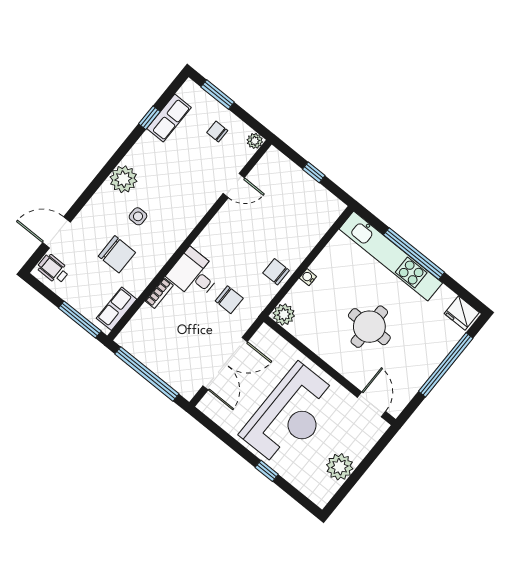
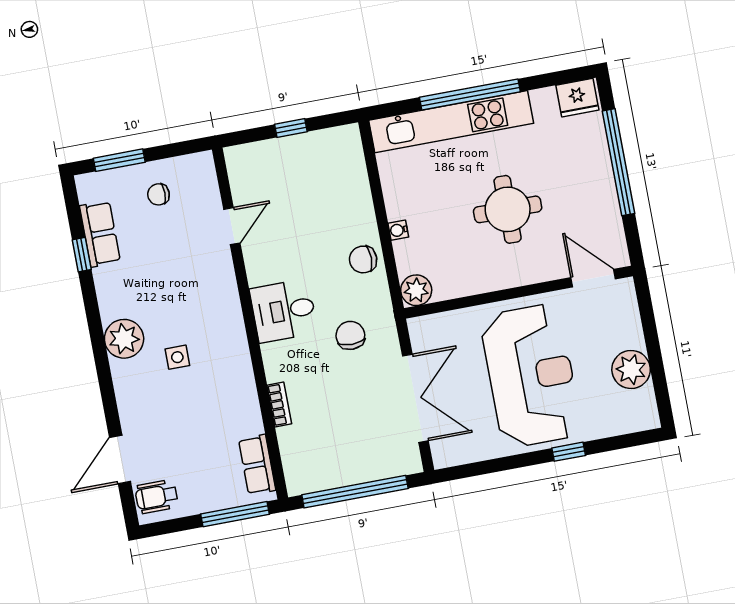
plant: (255, 141) -> (203, 163), removed
chair: (117, 254) -> (199, 415), removed
desk: (194, 274) -> (284, 311), moved
chair: (229, 300) -> (350, 335), turned -90

